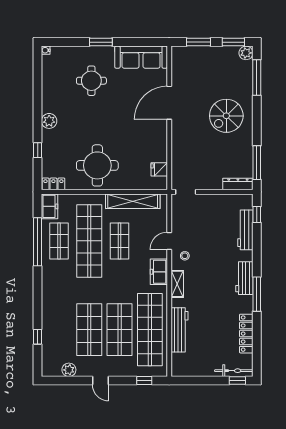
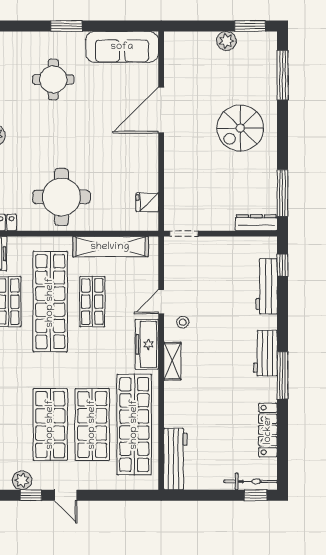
window: (199, 42) -> (202, 26), removed
plant: (246, 53) -> (226, 41), moved
freezer: (159, 272) -> (147, 344), width x1.40
workbench: (180, 330) -> (175, 459), moved
window: (144, 381) -> (31, 495), moved

